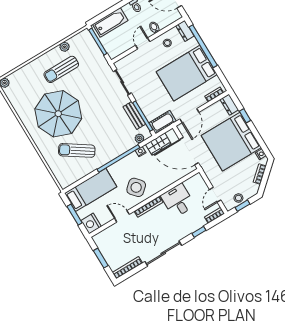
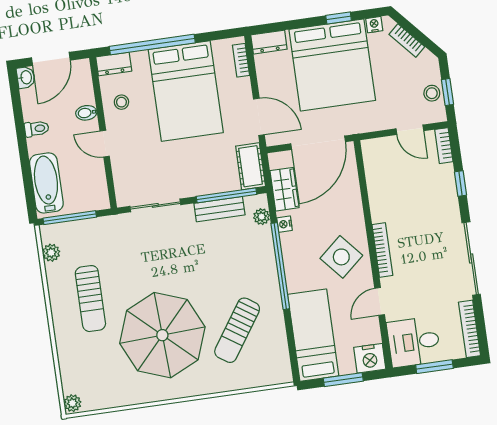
plant: (64, 47) -> (51, 253), moved
window: (245, 116) -> (339, 18), moved
desk: (178, 201) -> (414, 342), moved

